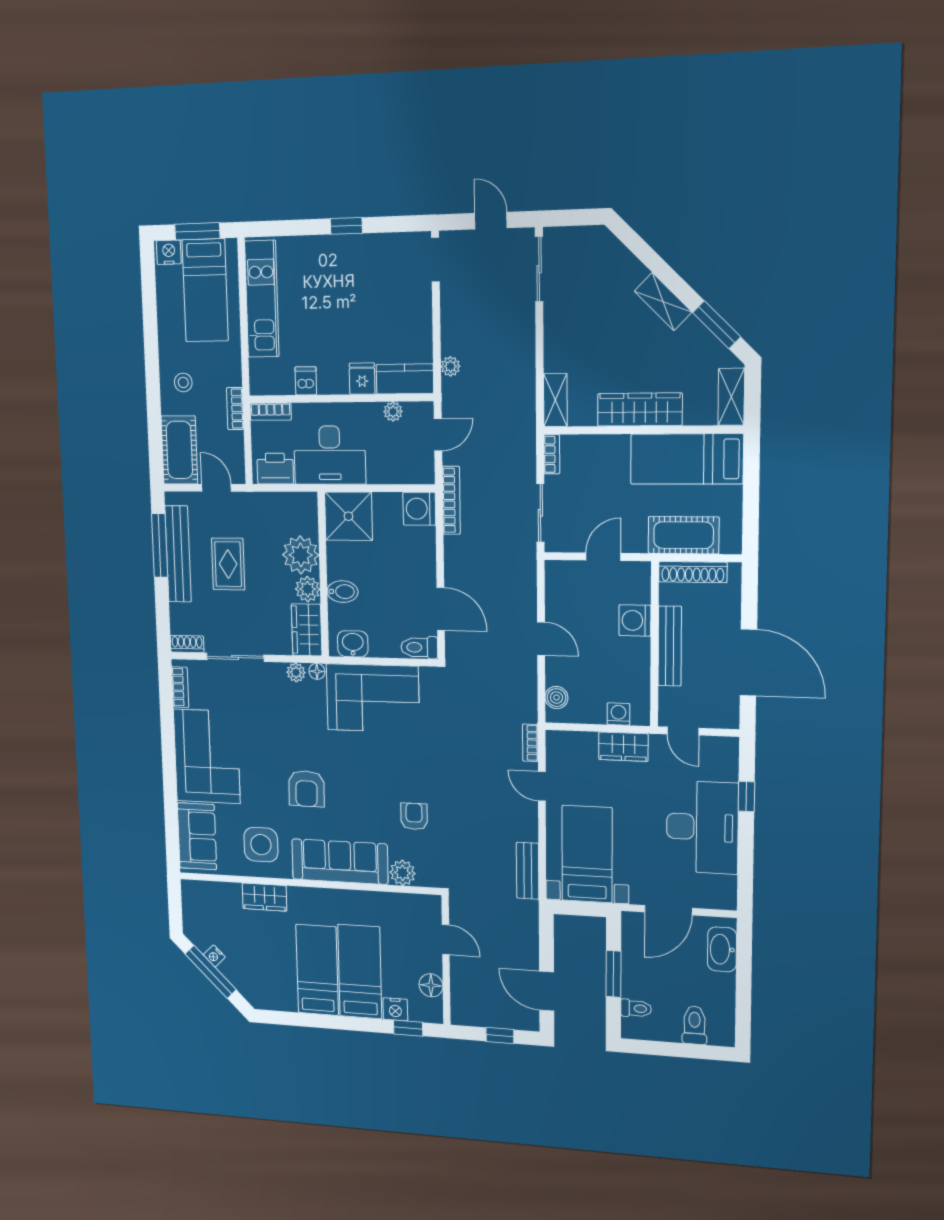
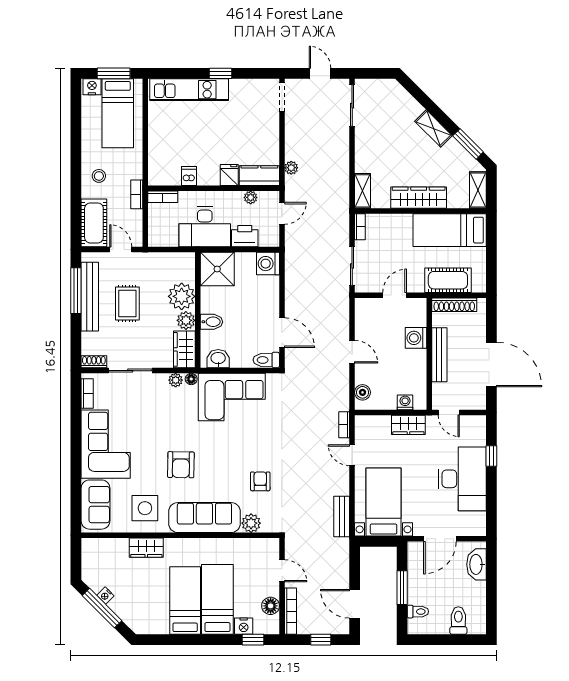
kitchen unit: (262, 299) -> (189, 90), moved, turned 90
printer: (275, 469) -> (245, 236), moved
bookcase: (451, 500) -> (290, 611), moved

